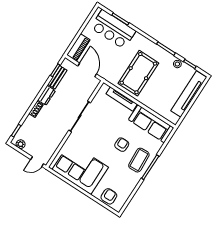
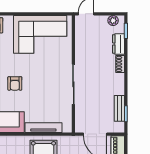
dresser: (46, 95) -> (119, 44), moved

